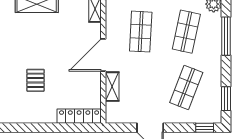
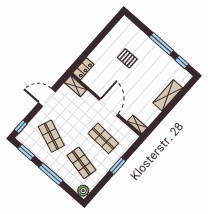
window: (226, 36) -> (51, 174), moved
shelving: (112, 87) -> (75, 86), moved
locker: (79, 116) -> (83, 69), width x0.66

